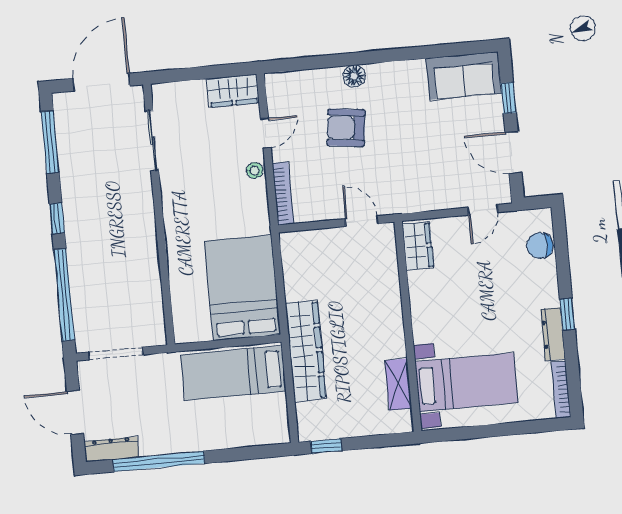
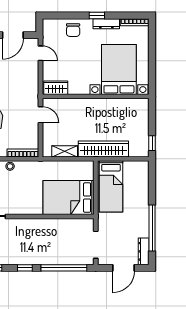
door: (362, 221) -> (41, 115), swing flipped
chair: (540, 246) -> (73, 30), moved
bed: (242, 288) -> (69, 198), moved
bed with nightstands: (467, 382) -> (119, 69), width x1.36
shelving: (398, 384) -> (65, 151), moved

